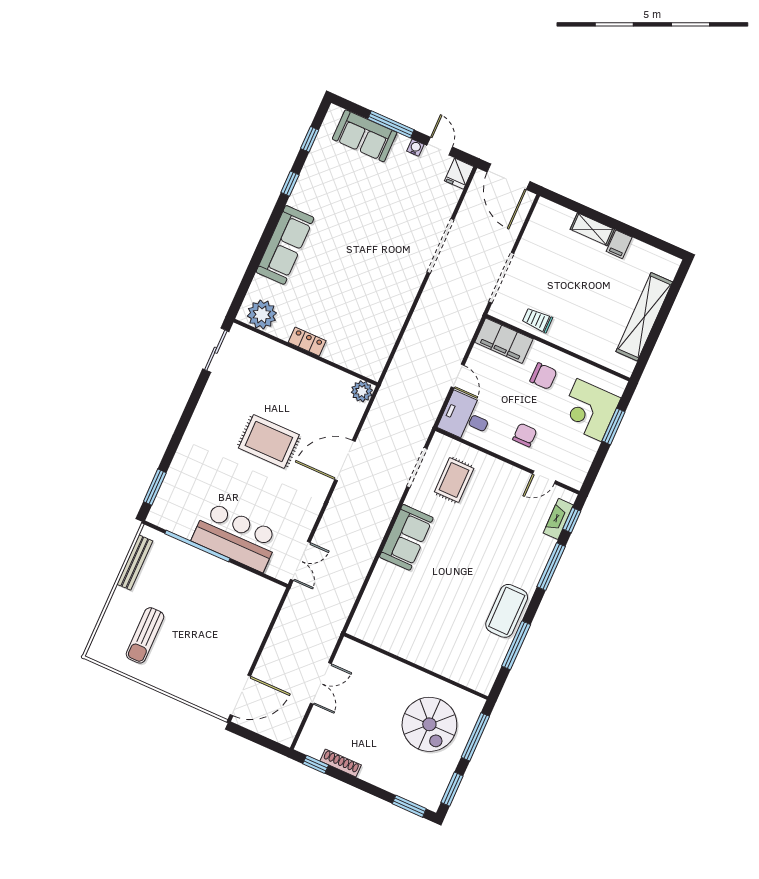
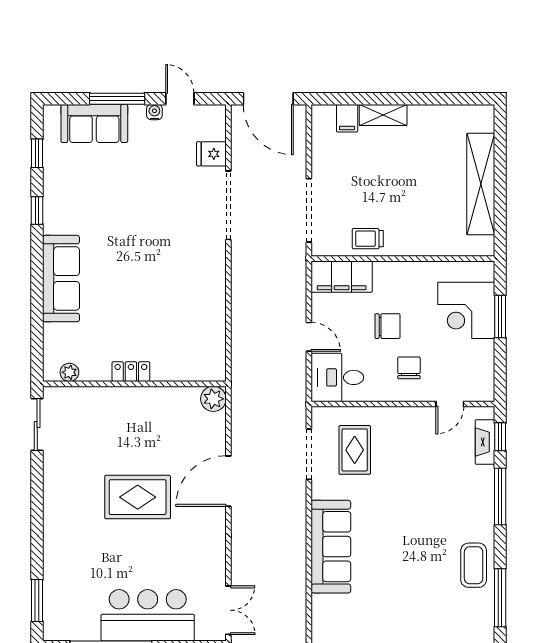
fridge: (459, 174) -> (211, 154), moved, turned 90
filing cabinet: (619, 244) -> (347, 118), moved
plant: (262, 314) -> (69, 372), width x0.53, depth x0.53
chair: (543, 376) -> (388, 326), moved
sofa: (406, 537) -> (331, 547), width x1.36
coffee table: (507, 611) -> (474, 565), width x0.73, depth x0.76

